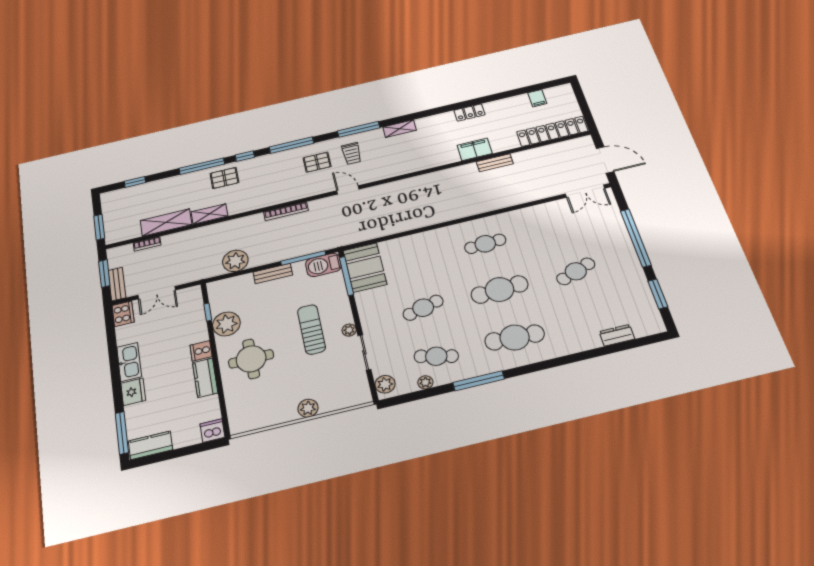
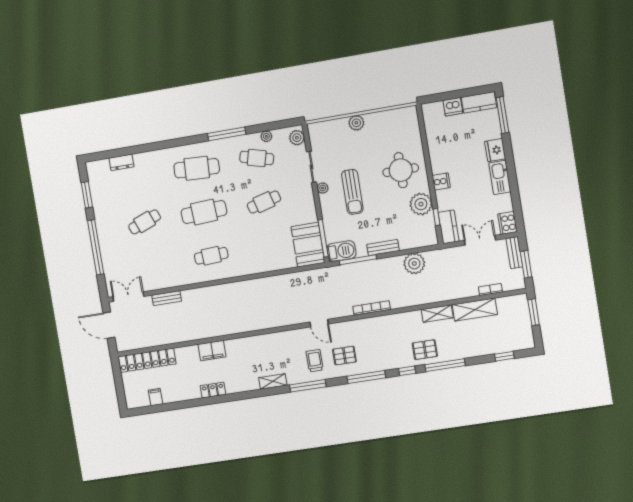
bench: (495, 163) -> (167, 298), moved
kitchen counter: (205, 378) -> (448, 227), moved
dishwasher: (212, 431) -> (453, 107), moved

